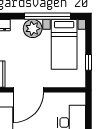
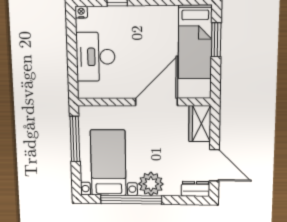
window: (88, 62) -> (75, 139), width x2.17

